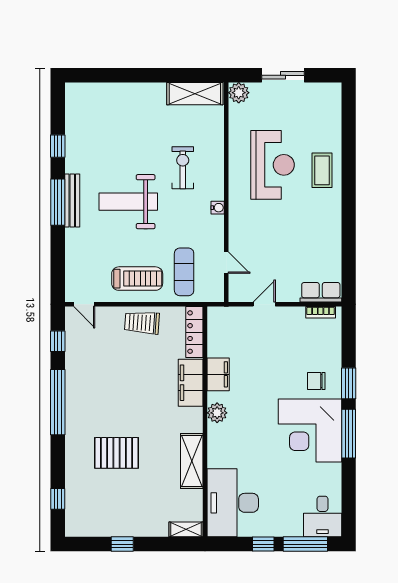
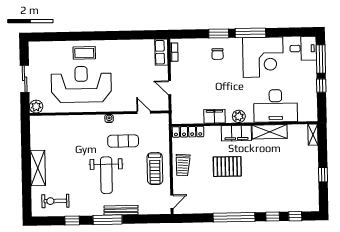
shelving: (195, 94) -> (38, 168), moved
reception desk: (272, 165) -> (81, 84), width x1.36, depth x1.30
exercise bike: (183, 168) -> (55, 201), moved
bench: (72, 200) -> (121, 210), moved
door: (226, 263) -> (144, 112), hinge flipped
exercise mat: (184, 272) -> (123, 141), moved
treadmill: (137, 279) -> (155, 169), turned 180
window: (58, 341) -> (273, 217), moved
filing cabinet: (191, 383) -> (236, 133), moved
corner desk: (310, 431) -> (263, 57), moved
pallet: (117, 453) -> (227, 167), moved, turned 90
desk: (233, 503) -> (276, 106), moved

